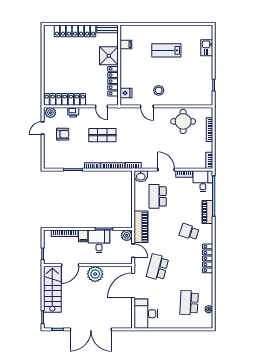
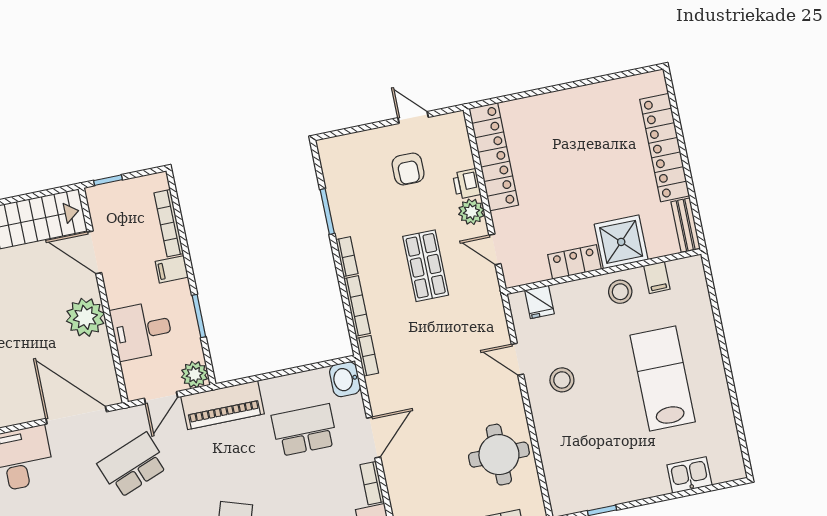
lab bench: (166, 50) -> (663, 378), width x1.36, depth x1.39
stool: (128, 60) -> (620, 292), added
locker: (113, 81) -> (574, 262), width x0.66
door: (102, 106) -> (495, 249), hinge flipped
door: (147, 106) -> (518, 359), hinge flipped
plant: (50, 113) -> (471, 212), moved
desk: (99, 241) -> (142, 331), moved, turned 180
school desk: (158, 267) -> (133, 465), turned -36

